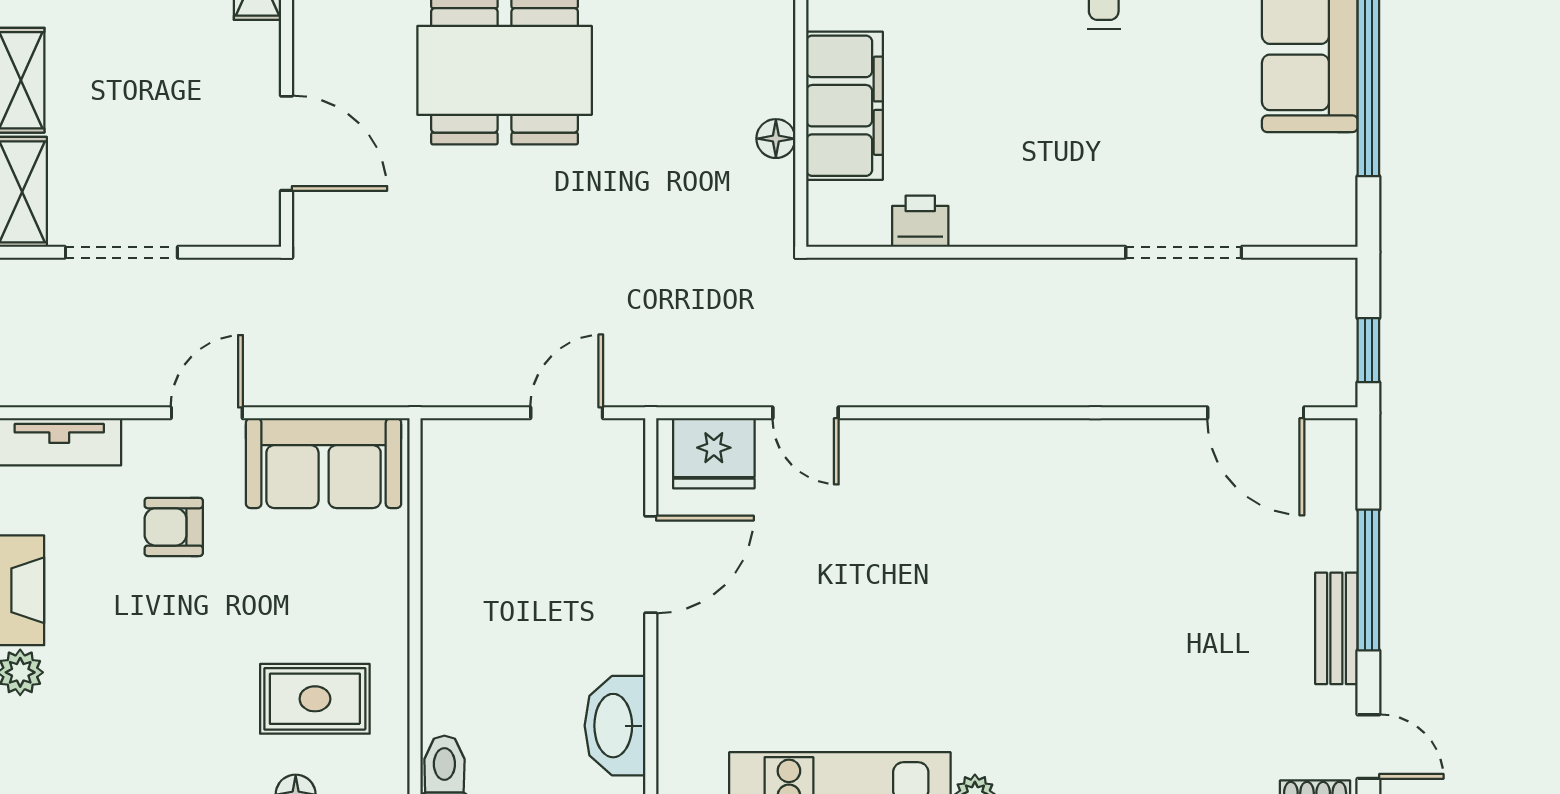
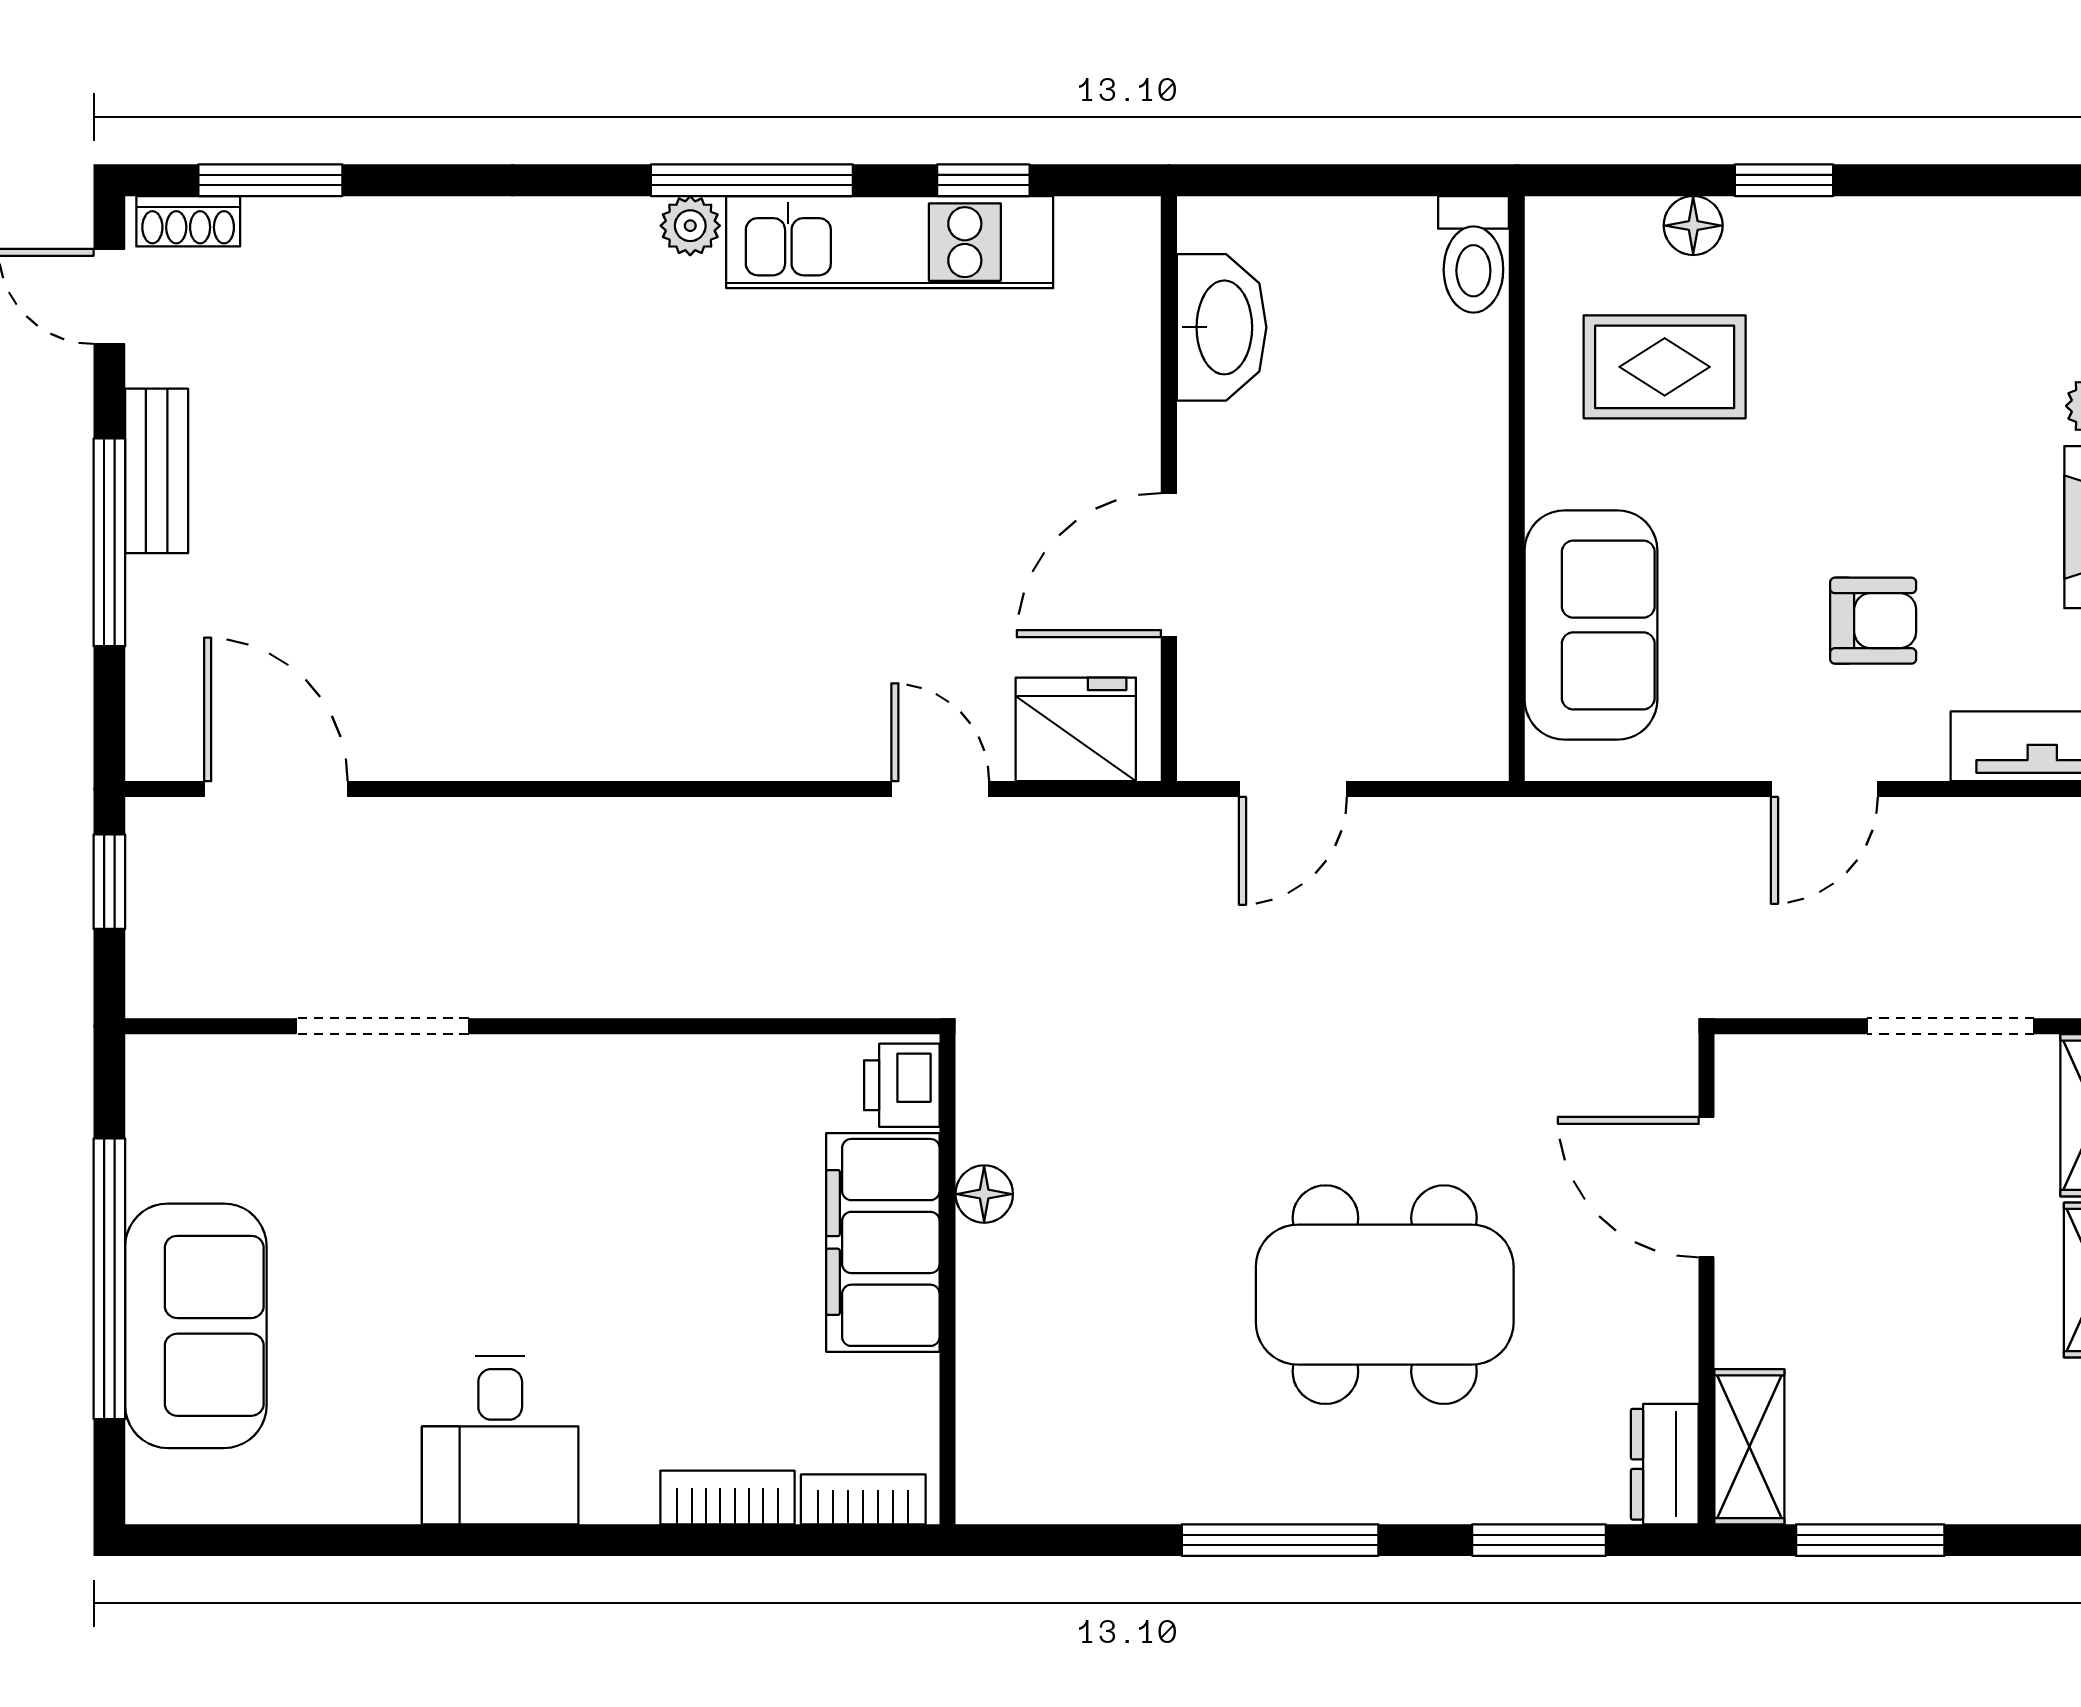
printer: (920, 221) -> (902, 1085), moved, turned 90
sofa: (324, 463) -> (1591, 625), moved, turned 90

